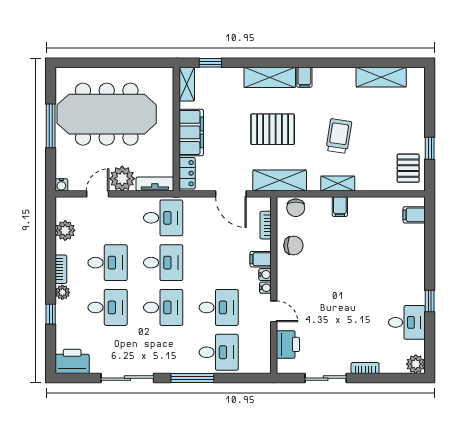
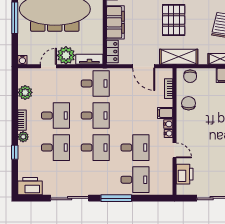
pallet: (273, 129) -> (174, 20), turned 90
chair: (293, 246) -> (189, 103), turned -90

